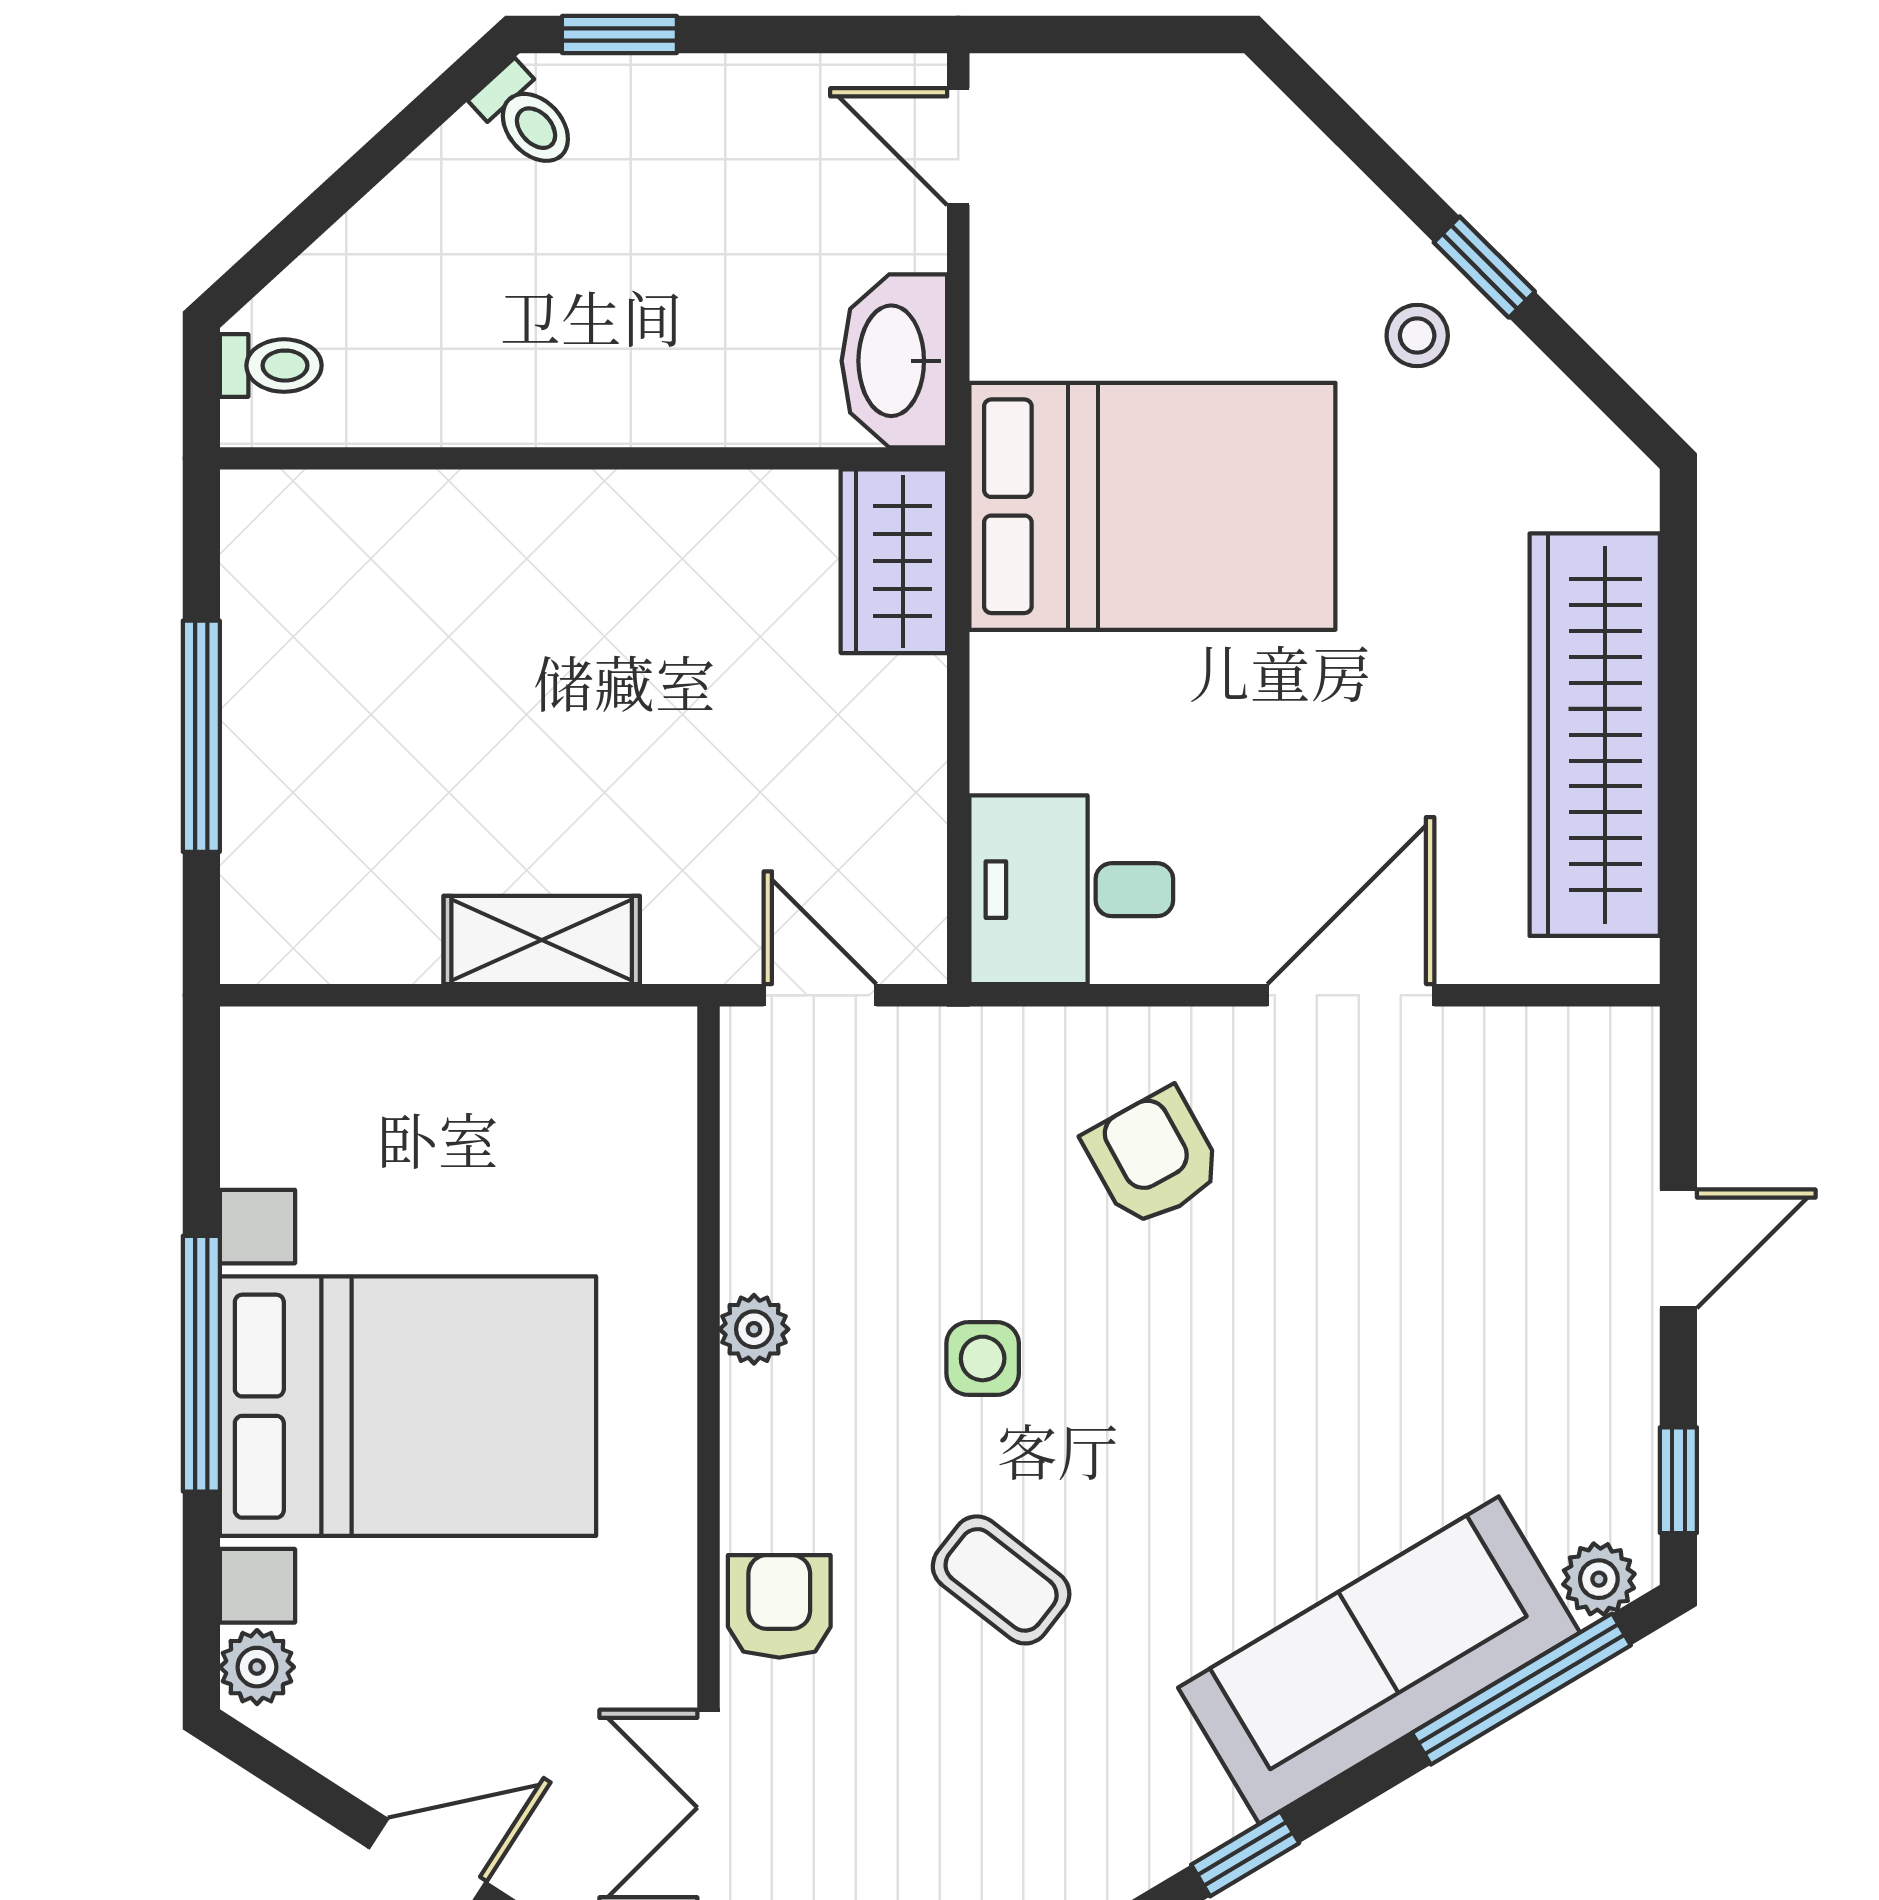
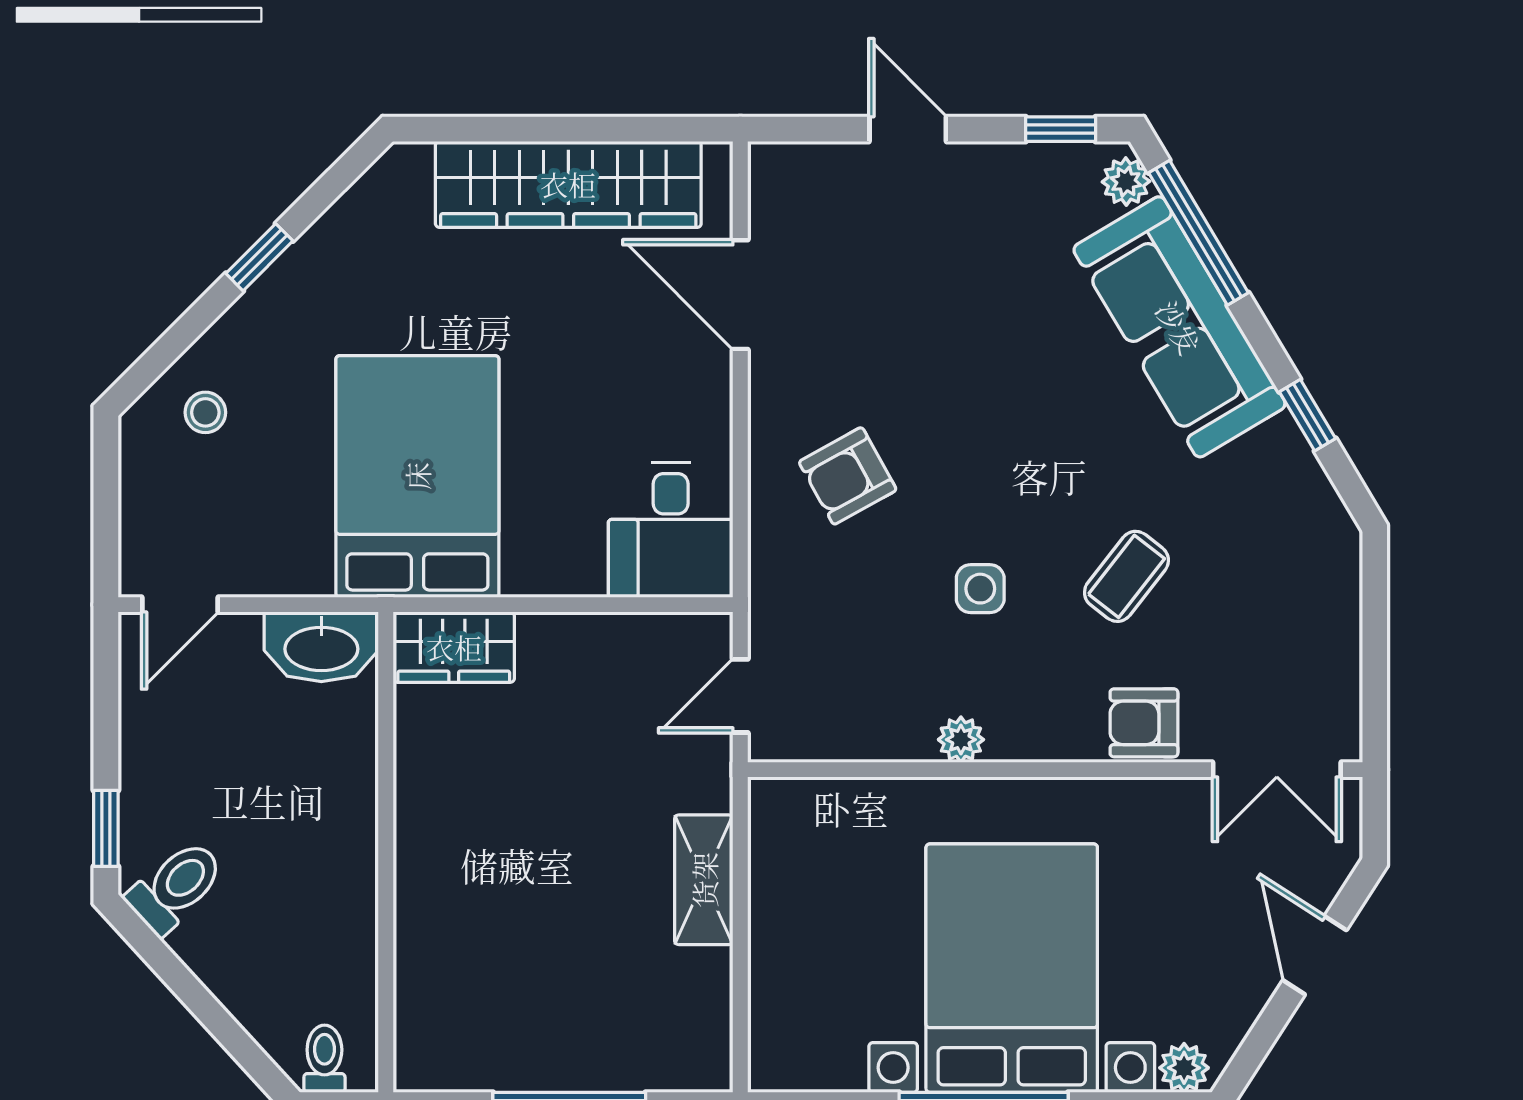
toilet: (526, 117) -> (176, 887), width x1.37, depth x1.39
stool: (1417, 336) -> (205, 412), moved
door: (1351, 995) -> (740, 295), moved

